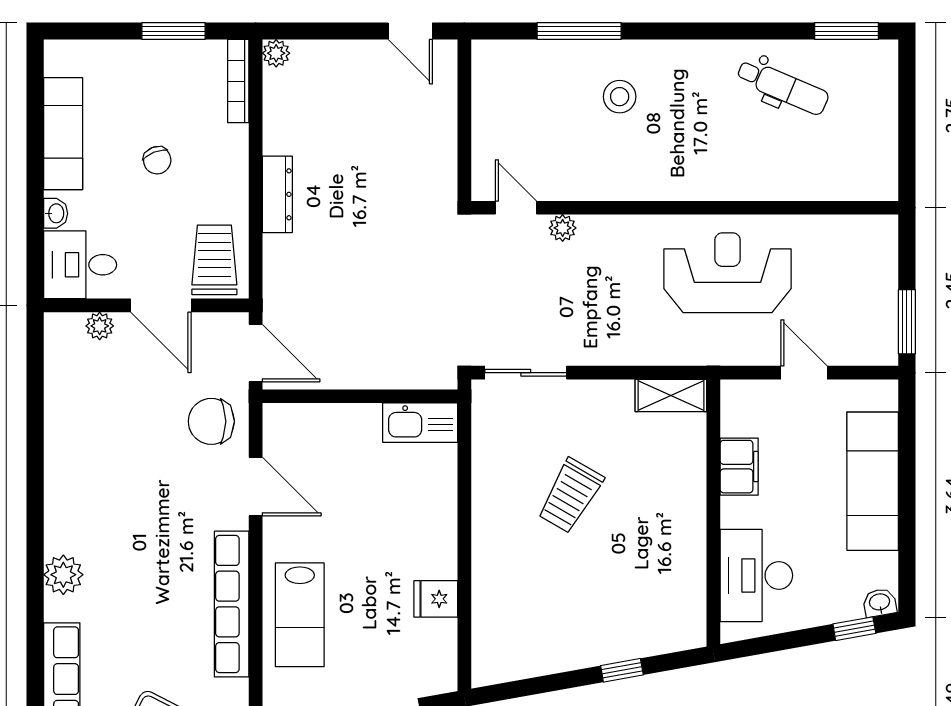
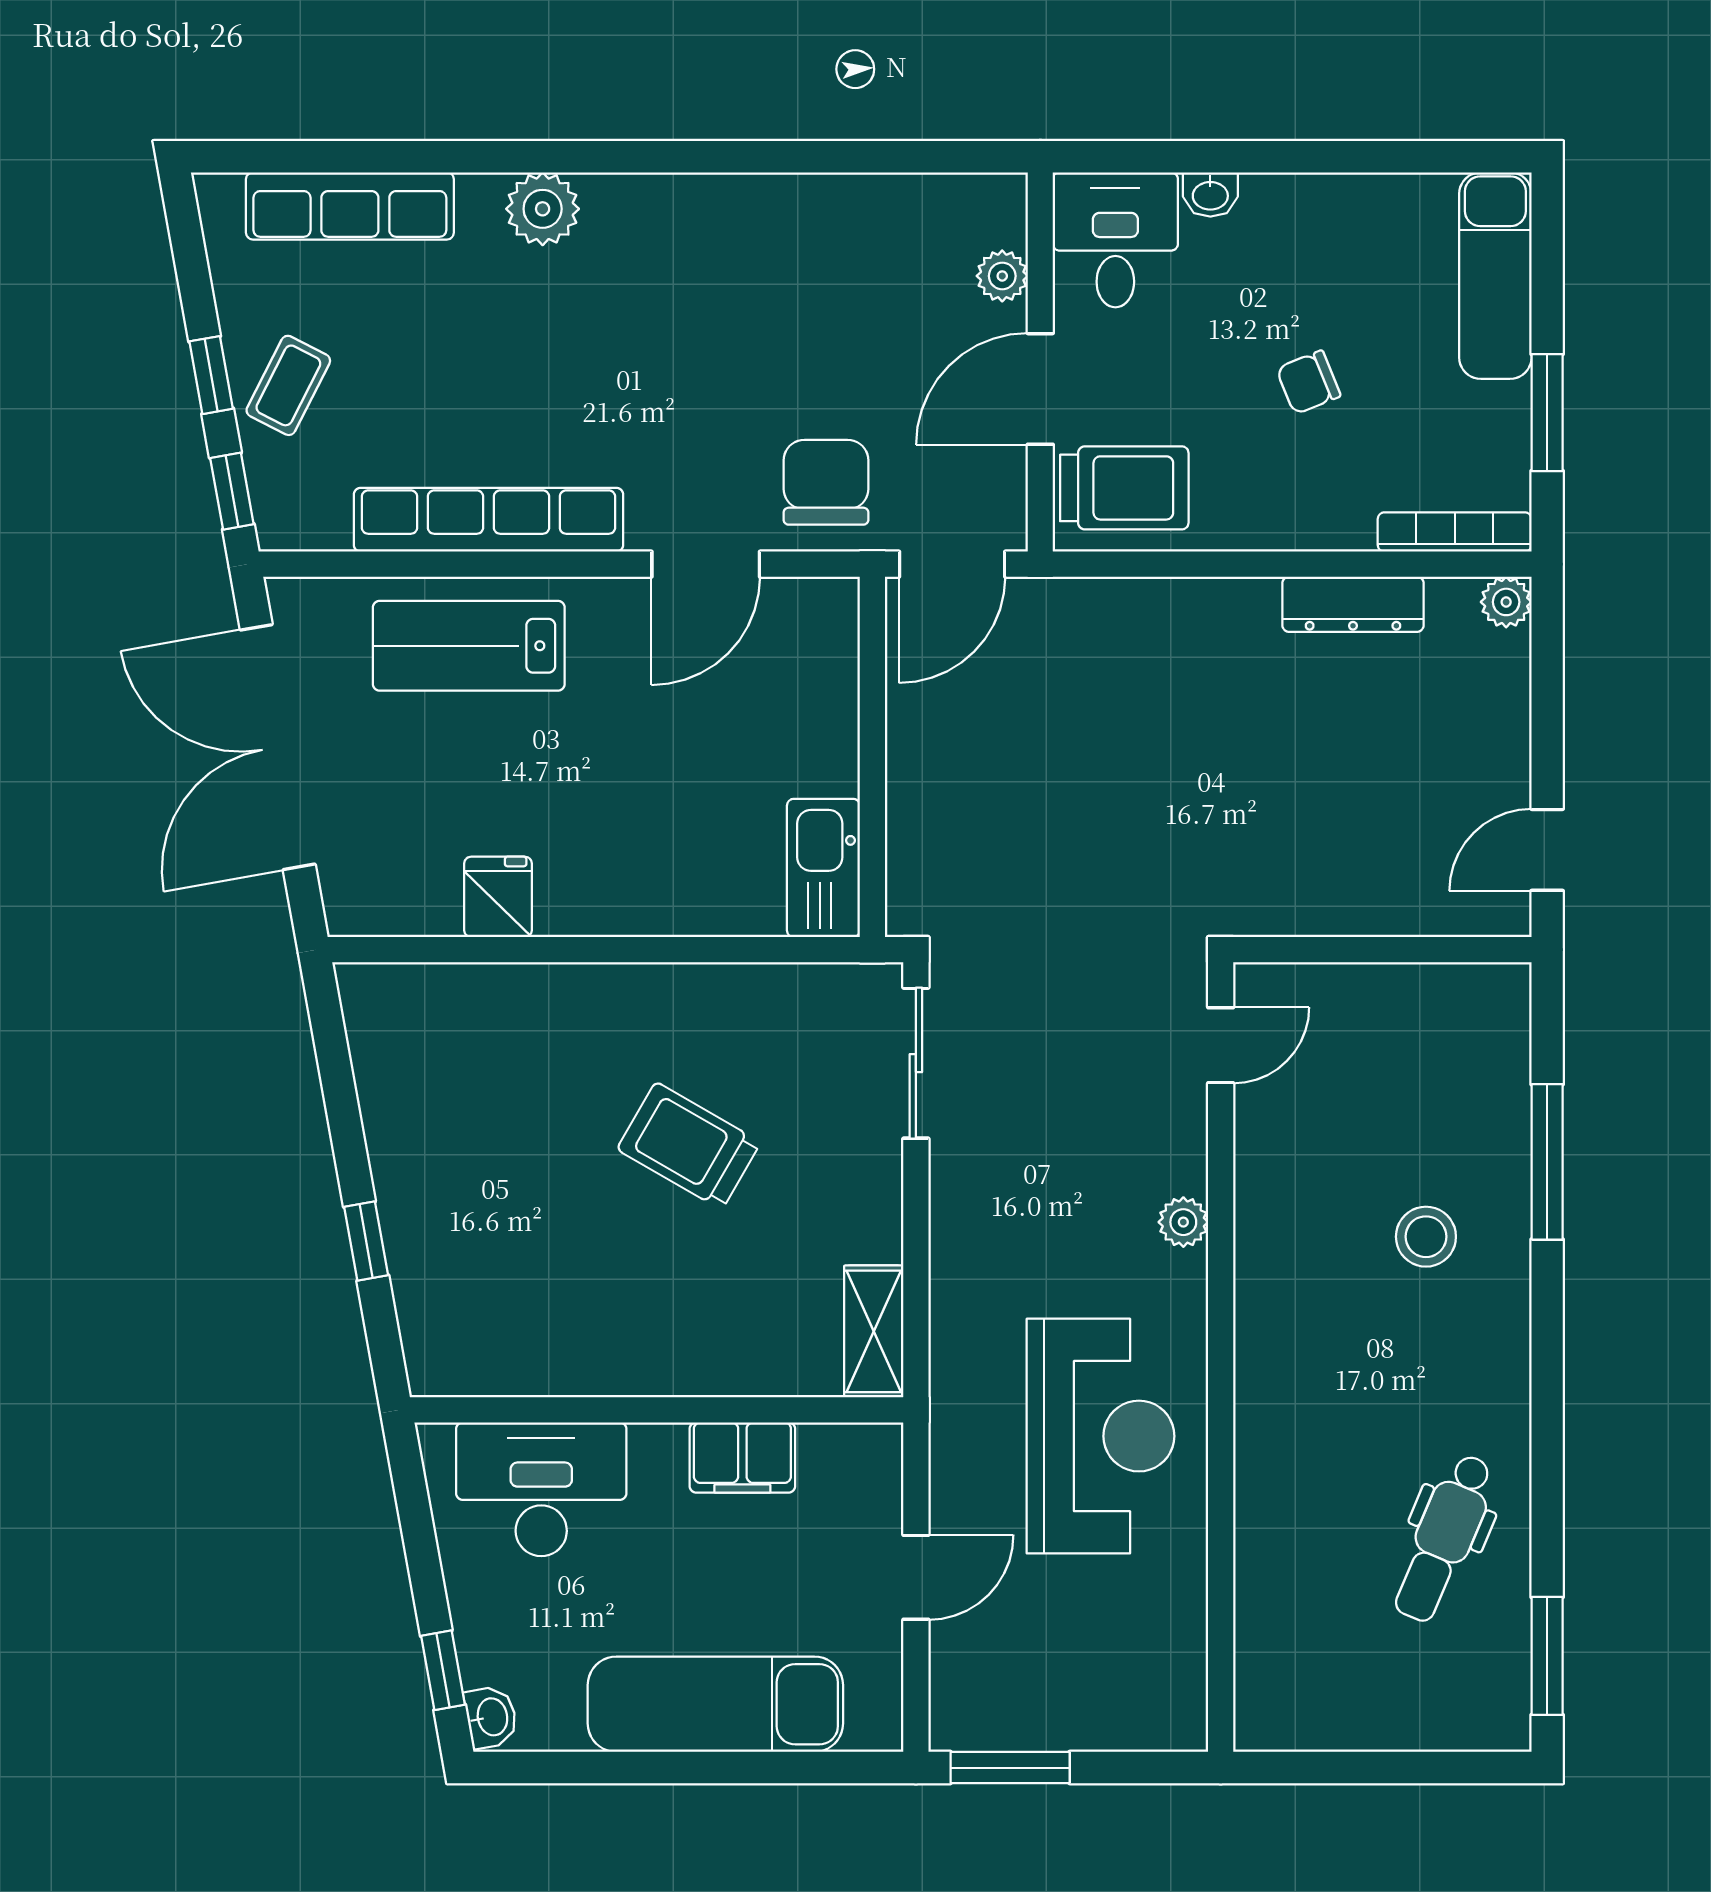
exam couch: (63, 134) -> (1495, 276), moved, turned 90
dresser: (277, 194) -> (1353, 604), moved
plant: (563, 228) -> (1183, 1222), moved

